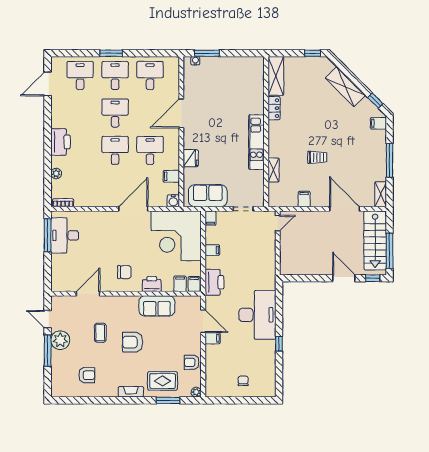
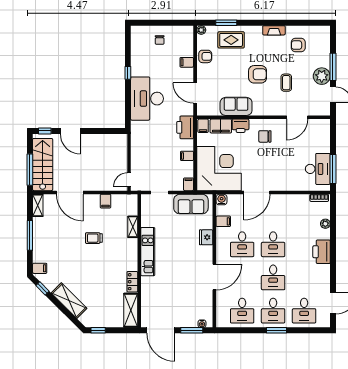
door: (242, 53) -> (161, 330), added
window: (390, 251) -> (30, 170), moved
filing cabinet: (180, 284) -> (221, 126), width x2.00
filing cabinet: (213, 338) -> (187, 62), moved
fireplace: (131, 392) -> (274, 30), moved

